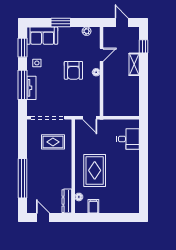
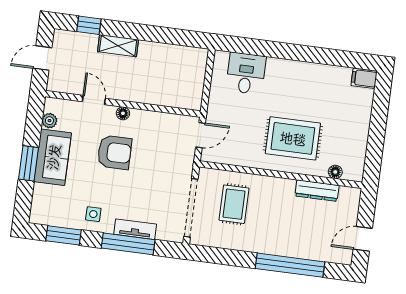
sofa: (42, 36) -> (53, 157), moved
dresser: (67, 201) -> (317, 191), moved
filing cabinet: (93, 206) -> (364, 78), moved

